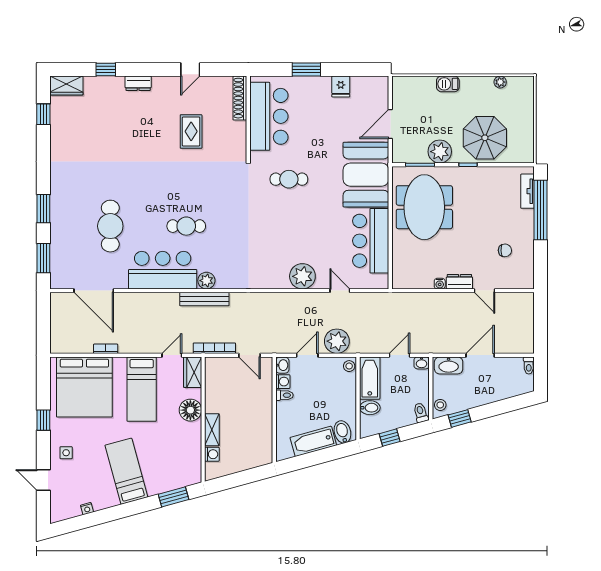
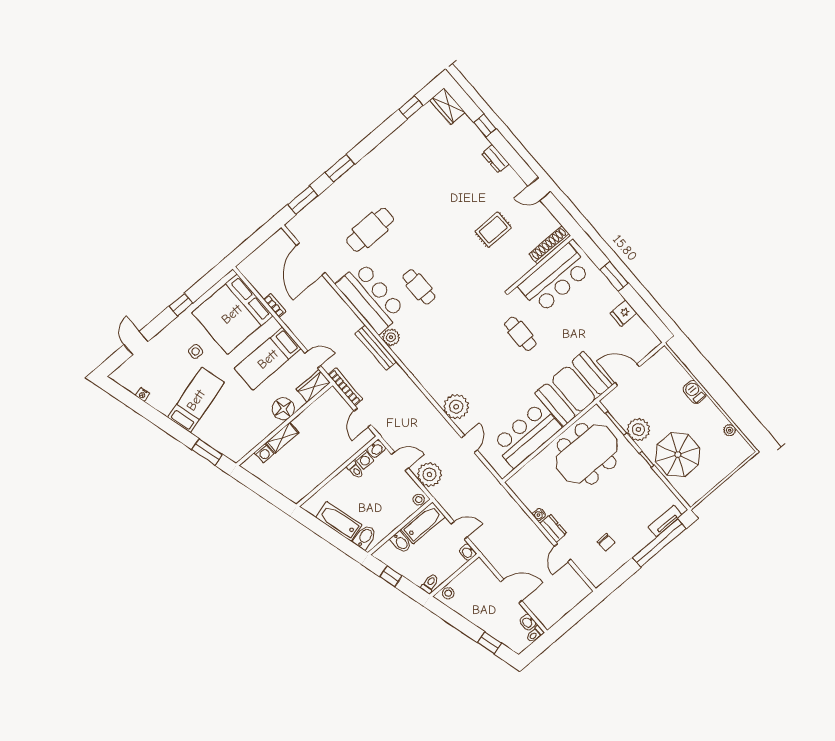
washbasin: (449, 365) -> (528, 622), moved, width x0.52, depth x0.69
window: (460, 418) -> (489, 643), moved
side table: (66, 453) -> (196, 351), moved

